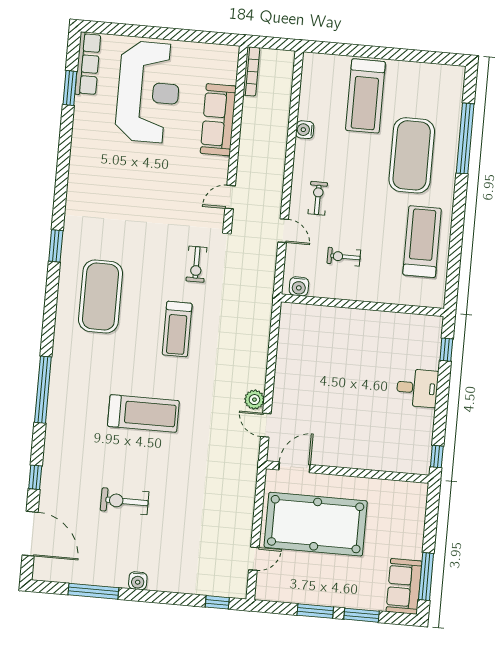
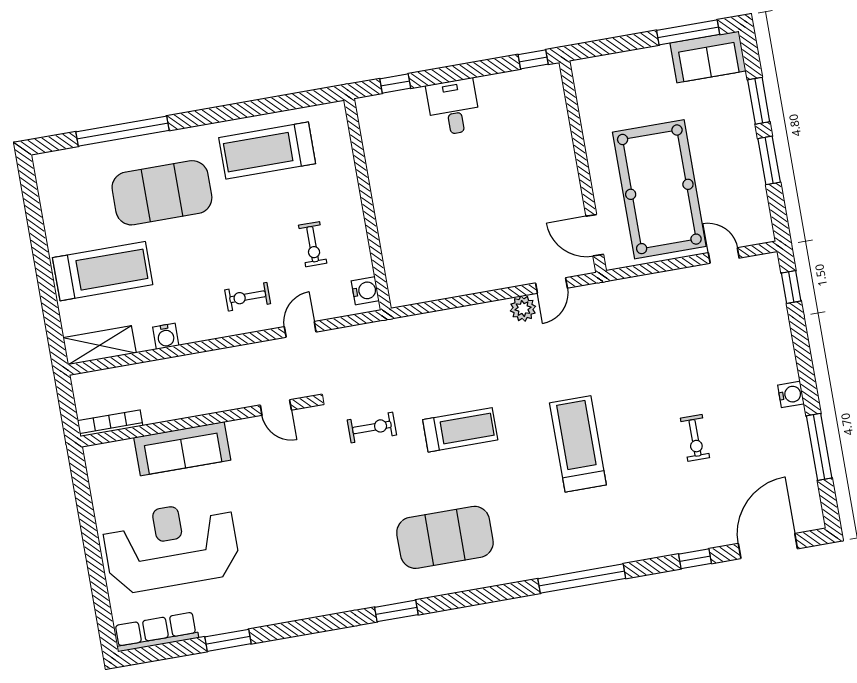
shelving: (311, 79) -> (100, 345), added
window: (70, 88) -> (228, 640), moved
exercise bike: (125, 501) -> (695, 438), width x0.73, depth x0.72

